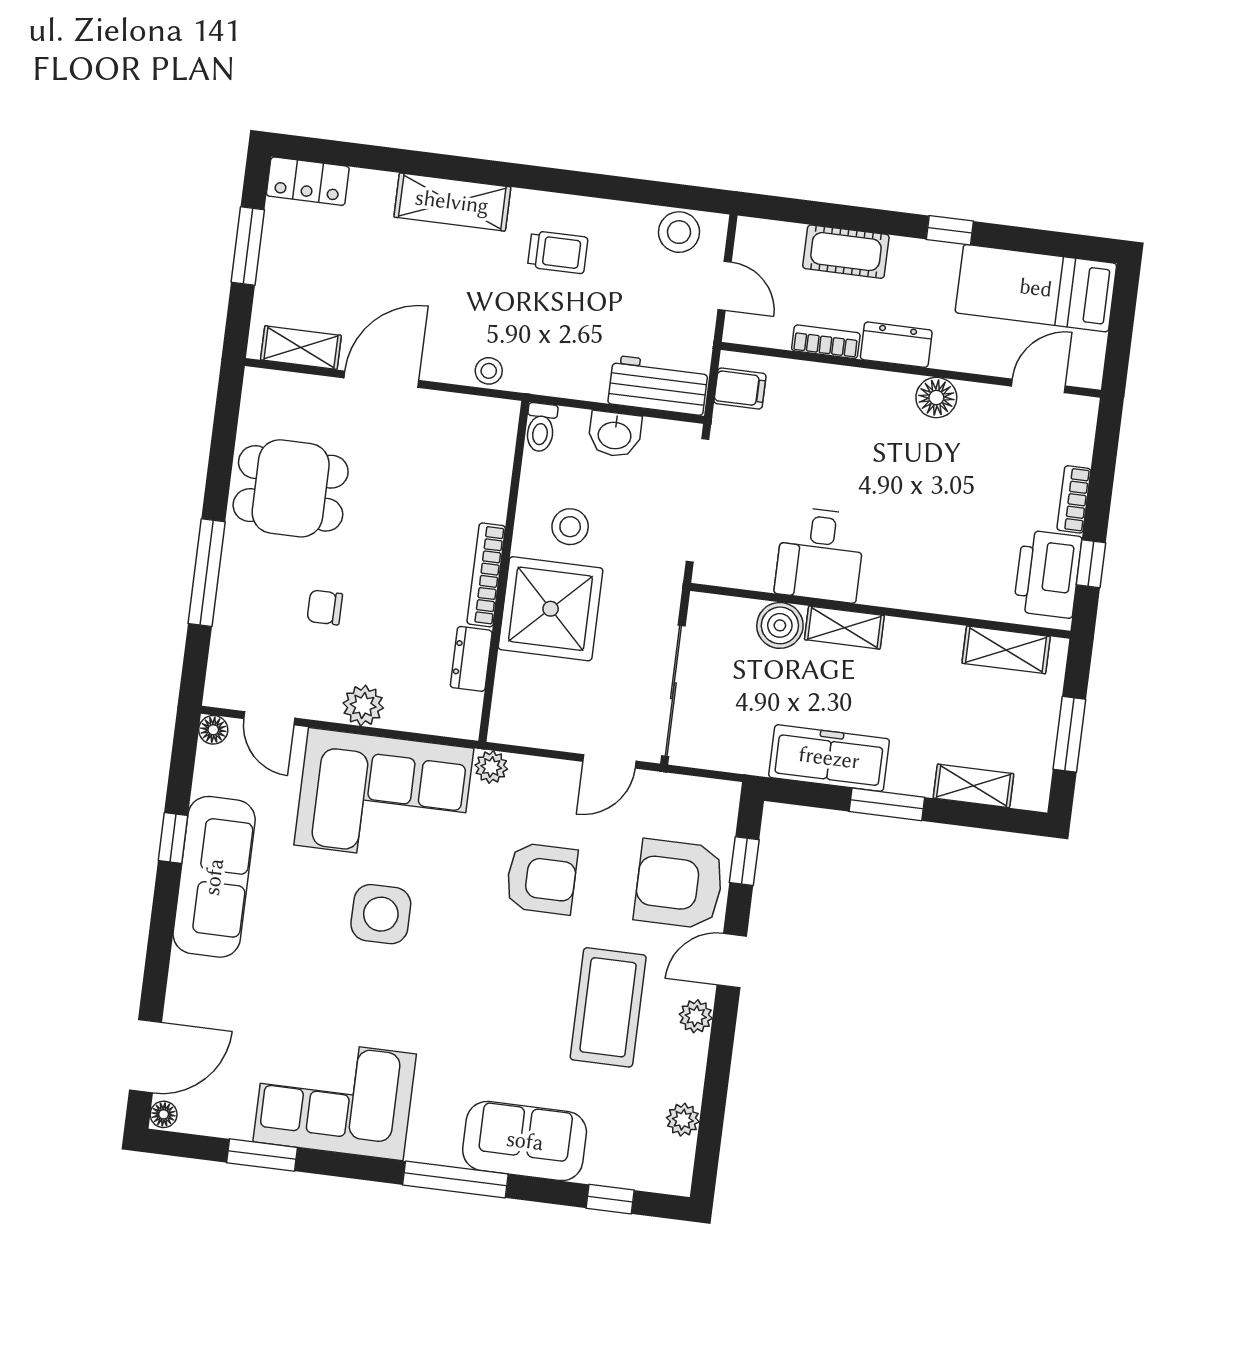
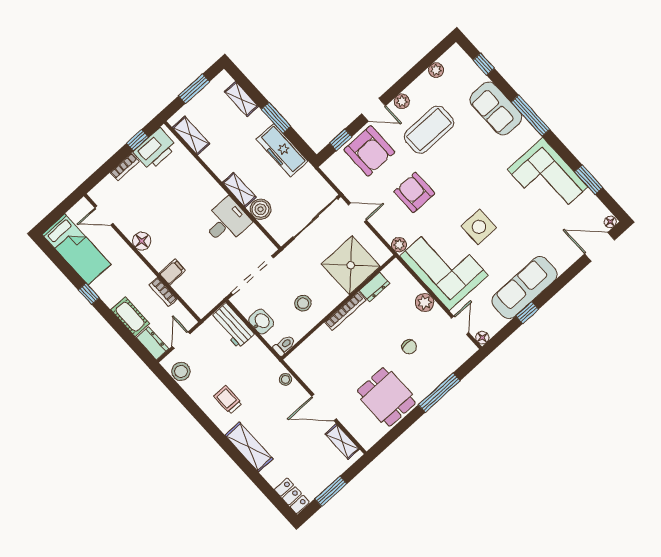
dresser: (896, 345) -> (152, 343), moved, turned 180
filing cabinet: (740, 389) -> (172, 272), moved, turned 90
shower: (551, 609) -> (351, 265), moved

